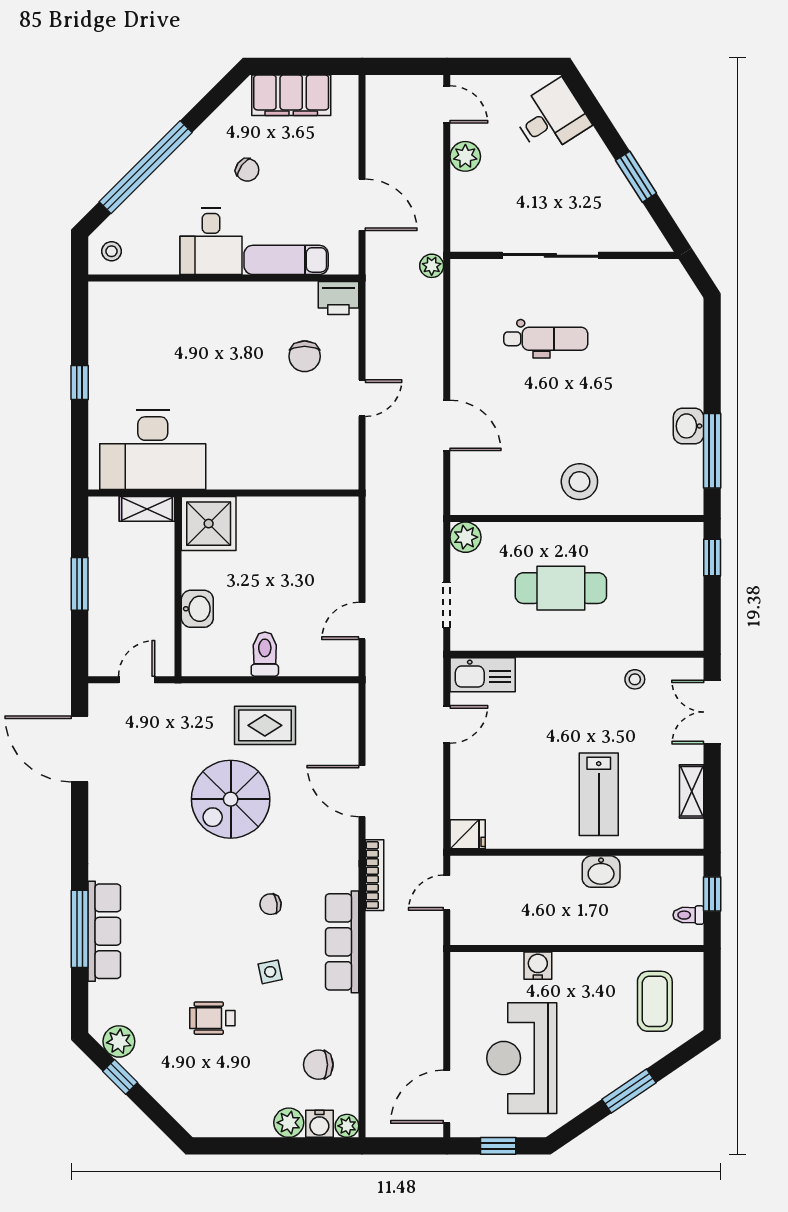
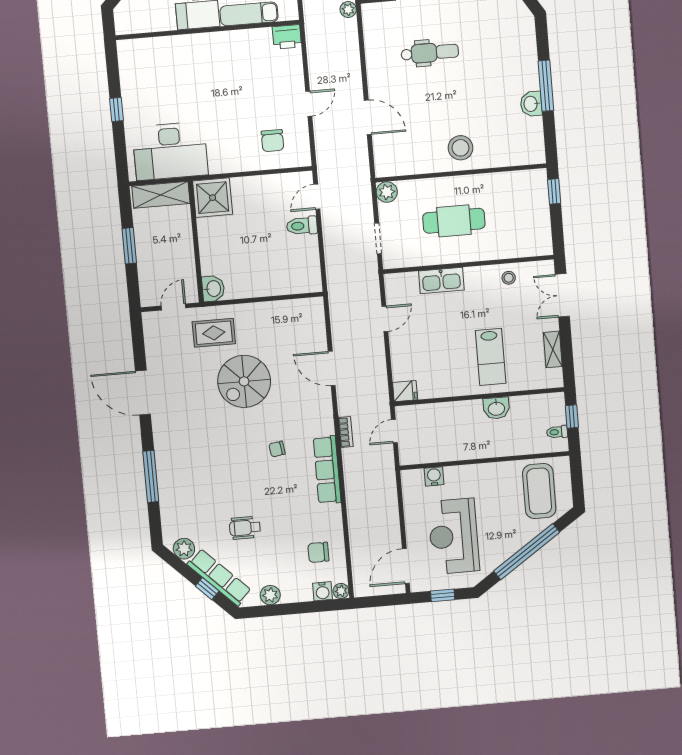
stool: (112, 251) -> (130, 18), removed
chair: (305, 356) -> (273, 141), moved
window: (712, 451) -> (546, 86), moved
shelving: (147, 509) -> (161, 195), width x1.50, depth x1.33
washbasin: (197, 609) -> (213, 289), moved
door: (362, 621) -> (317, 197), moved
toilet: (265, 654) -> (302, 226), moved, turned -90
kitchen sink: (483, 675) -> (441, 281), moved
rug: (265, 725) -> (214, 333), moved
door: (80, 749) -> (143, 393), moved
bookcase: (374, 875) -> (346, 432), width x0.64
row of seats: (104, 931) -> (219, 577), moved, turned -45
water cooler: (538, 966) -> (434, 476), moved
side table: (270, 972) -> (281, 494), removed
coffee table: (655, 1001) -> (539, 491), width x1.36, depth x1.32
window: (120, 1077) -> (207, 589), moved
window: (629, 1091) -> (527, 552), width x2.11
plant: (289, 1123) -> (270, 595), moved

